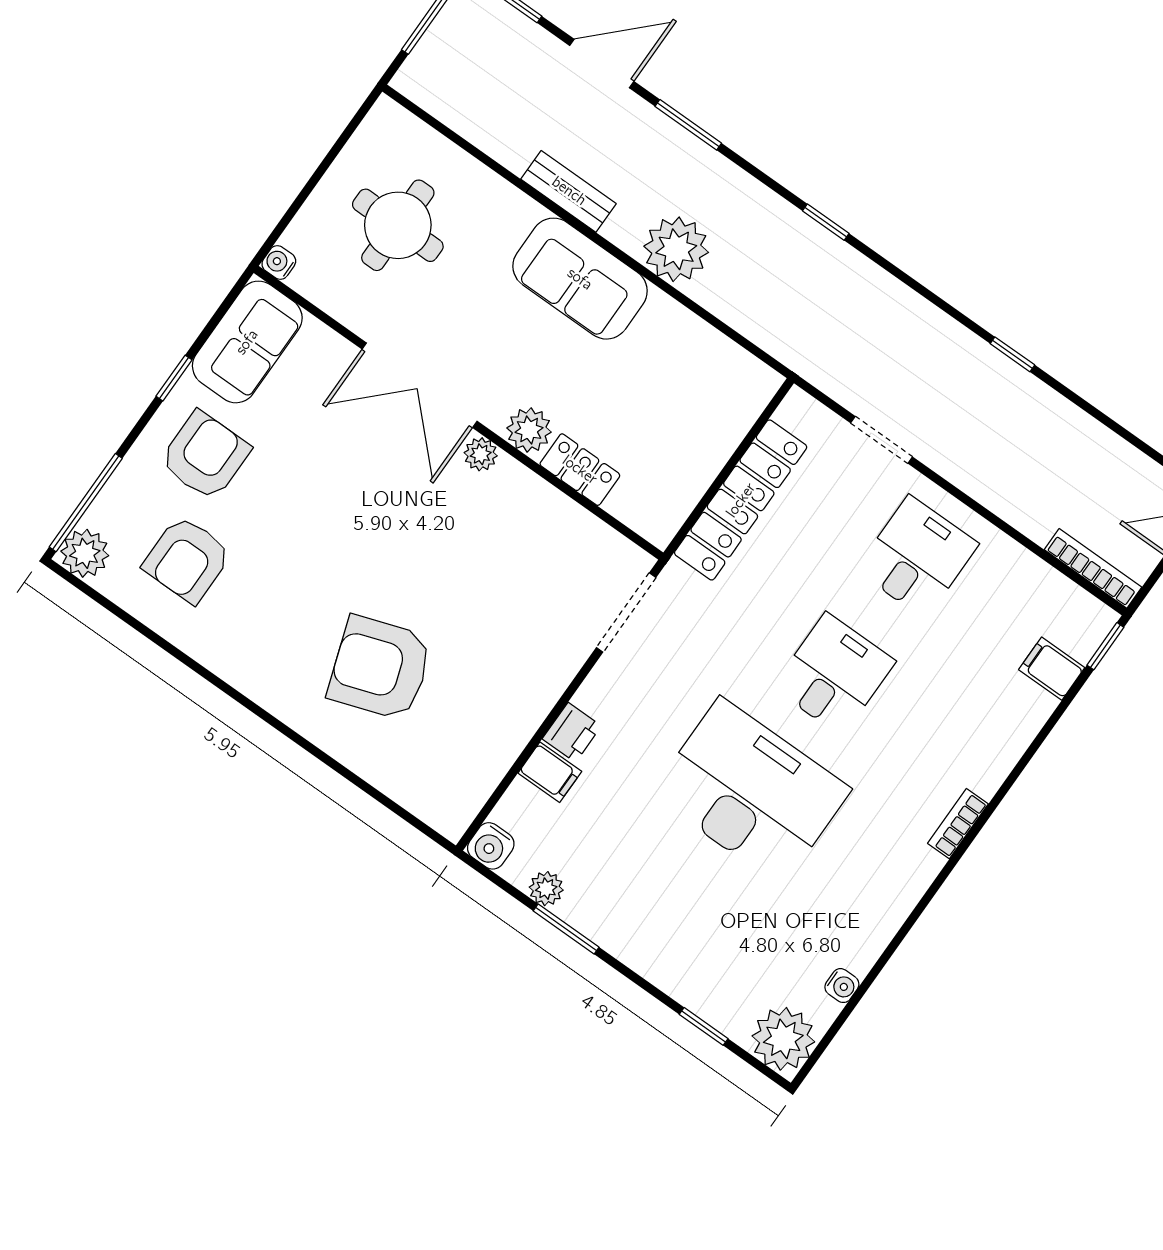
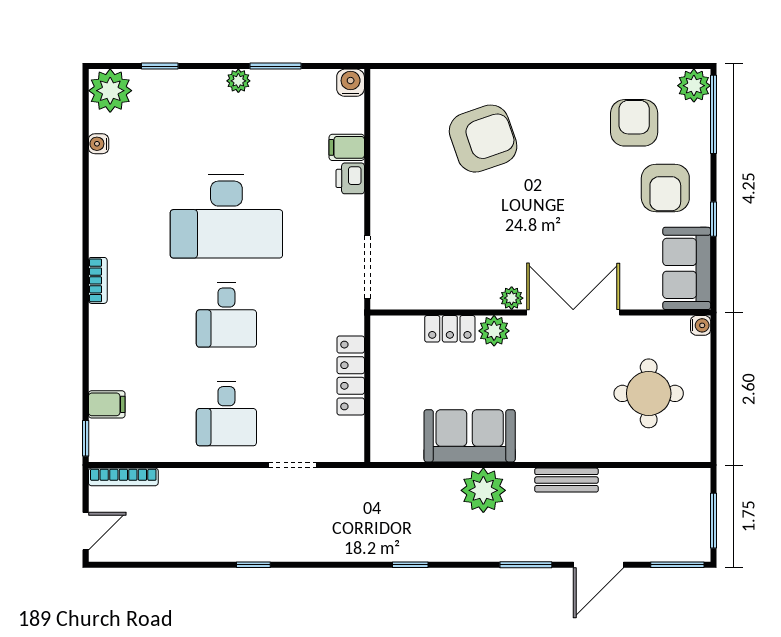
sofa: (580, 279) -> (470, 436), moved
locker: (741, 500) -> (351, 375), width x0.71, depth x0.83
plant: (546, 889) -> (238, 81), moved

